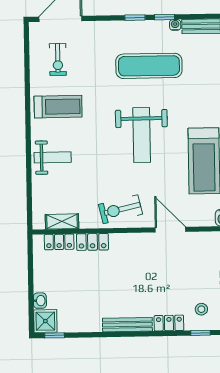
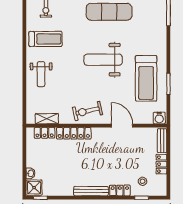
weight bench: (142, 135) -> (103, 60), turned 90
weight bench: (53, 157) -> (41, 74), turned 90
locker: (92, 242) -> (74, 133), width x1.53

